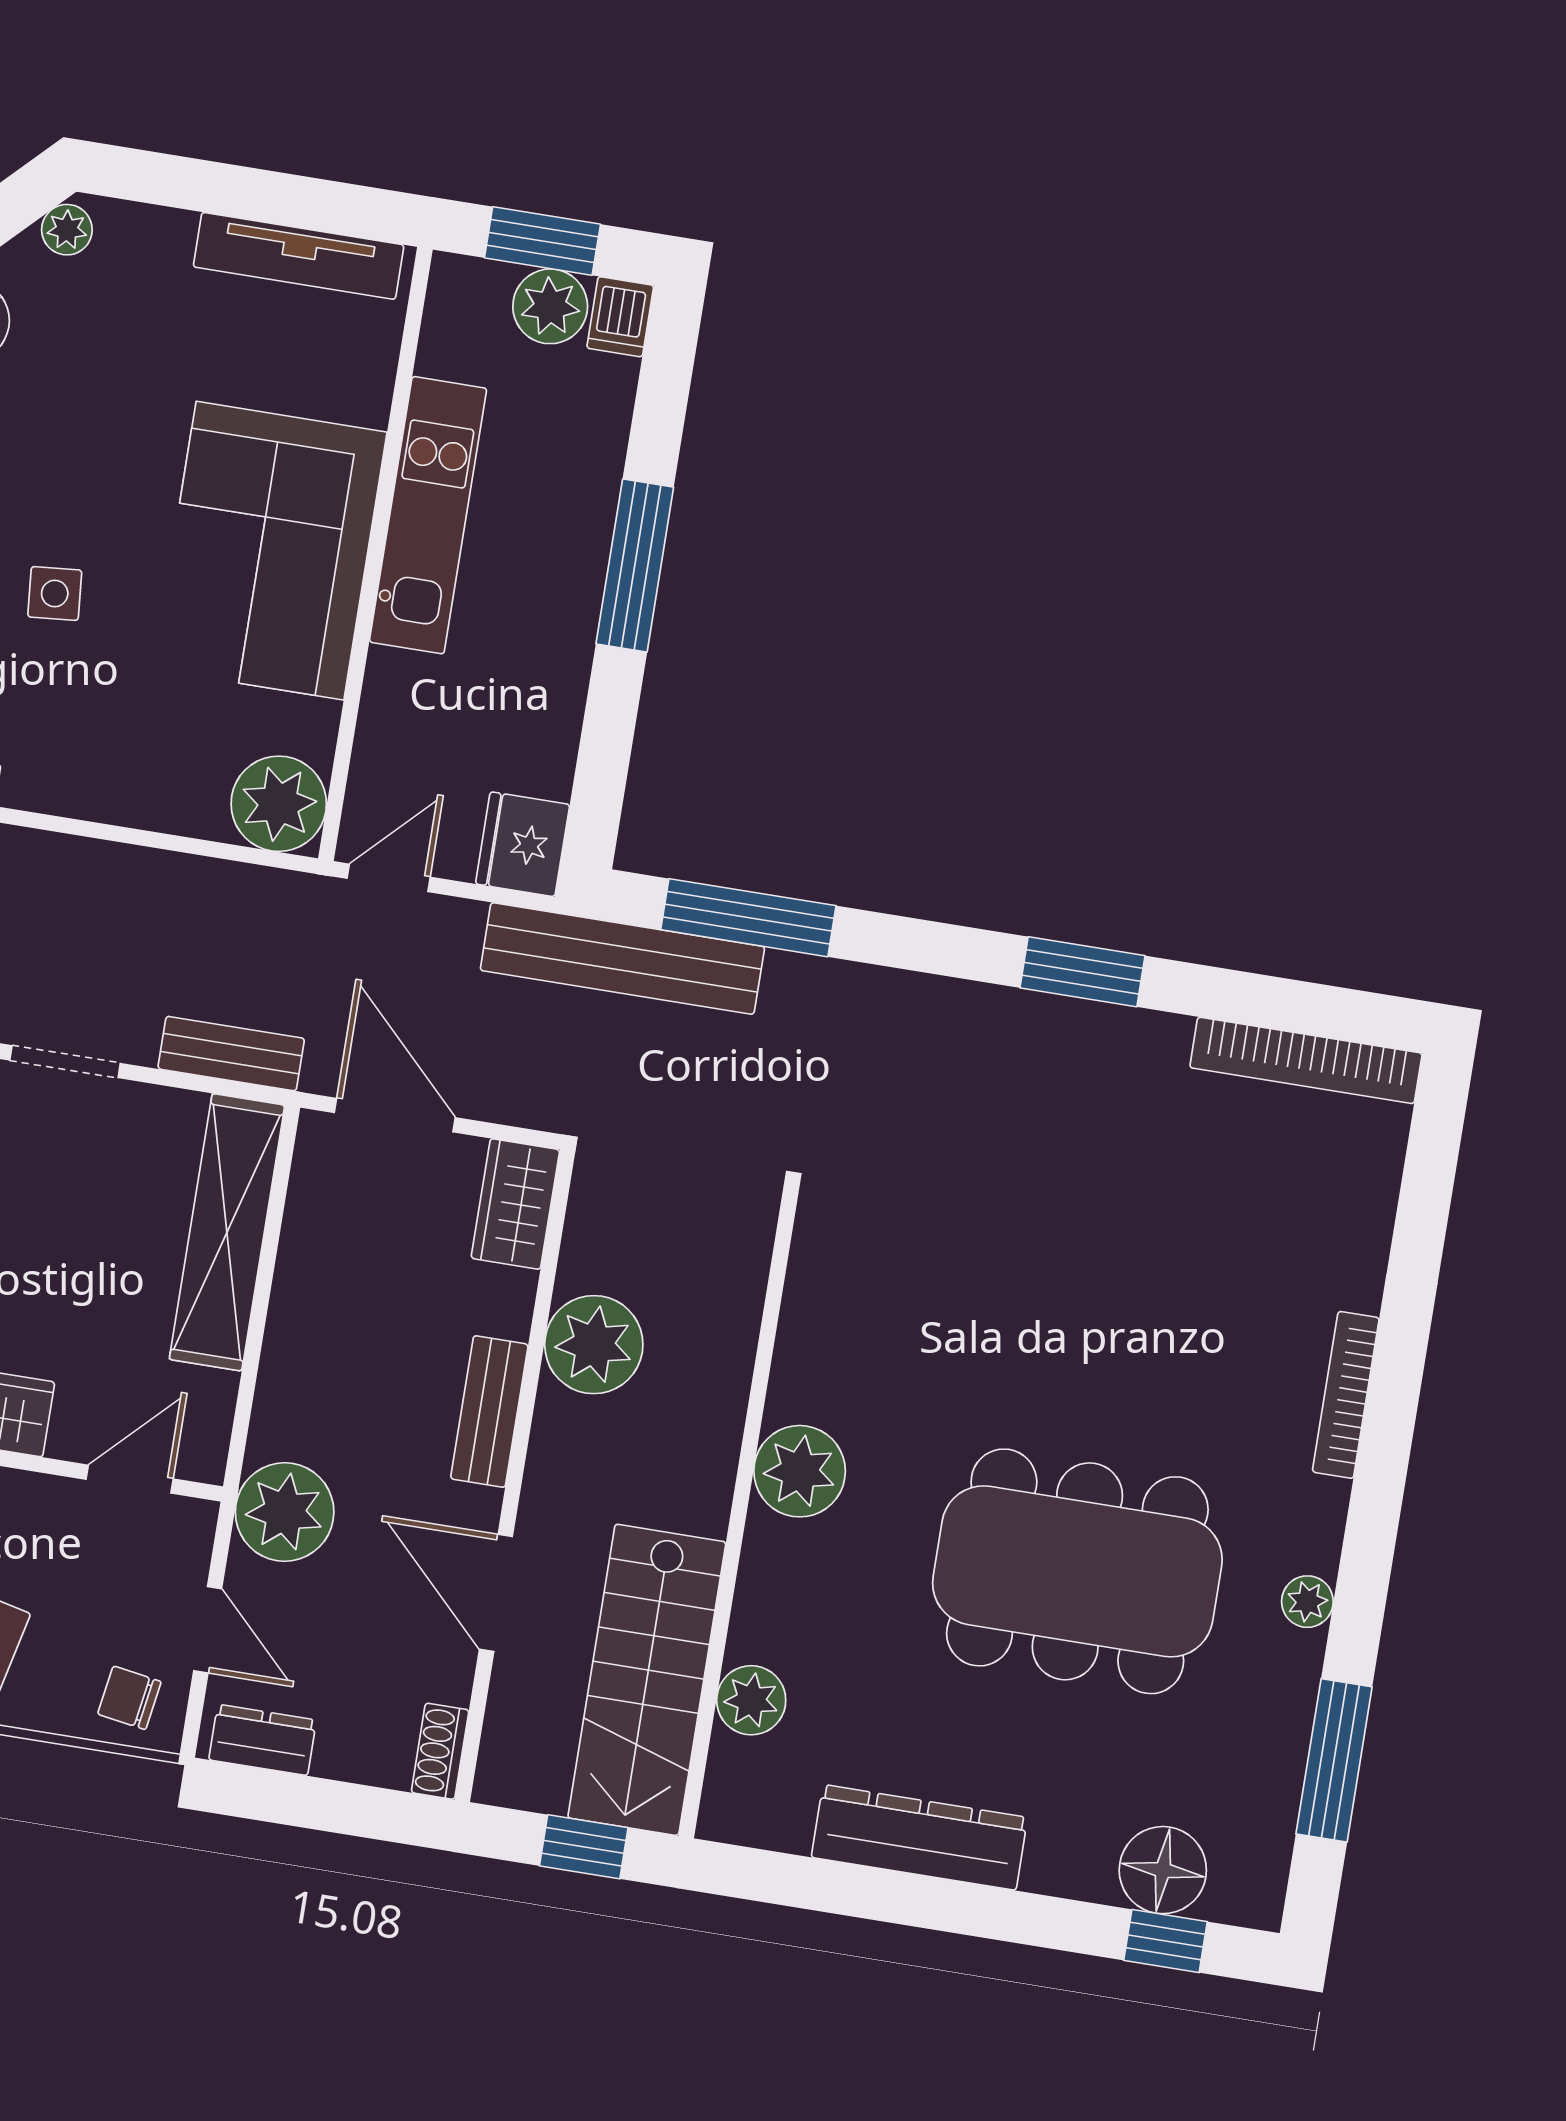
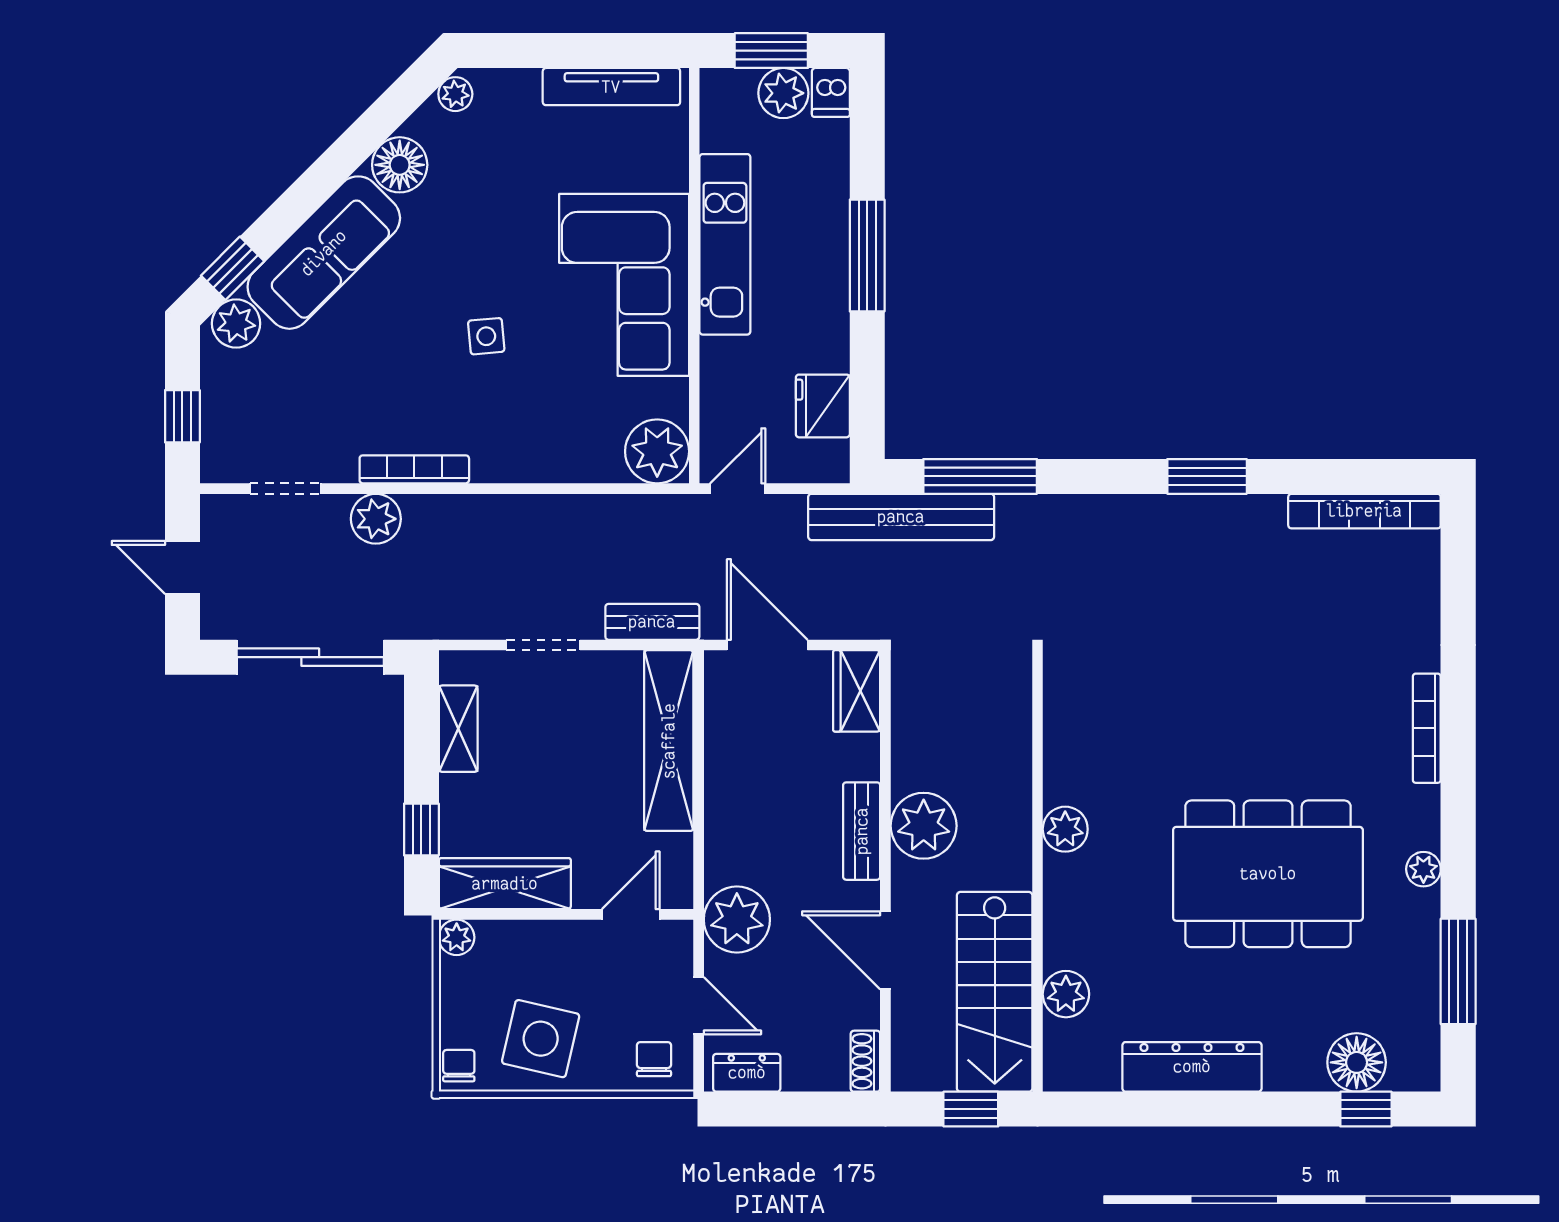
fridge: (523, 844) -> (823, 406), moved
plant: (594, 1345) -> (924, 826), moved
plant: (800, 1471) -> (1065, 829), width x0.73, depth x0.73
chair: (129, 1698) -> (654, 1059), turned 81

